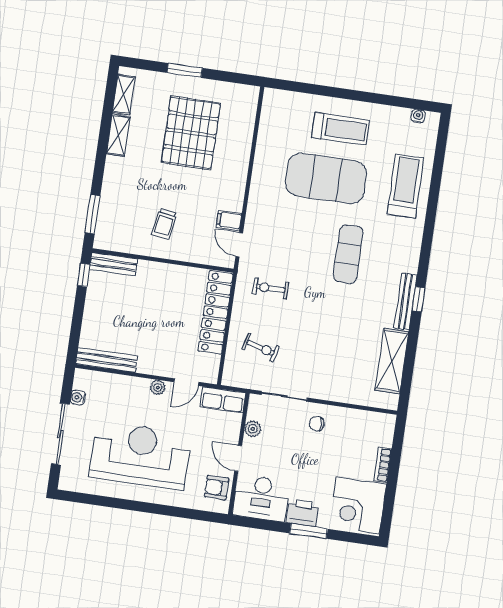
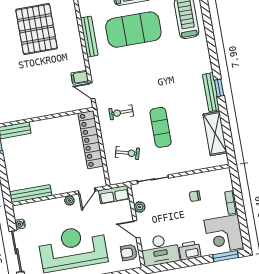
bench: (261, 168) -> (89, 37), added
trolley: (164, 224) -> (39, 93), removed
exercise mat: (348, 254) -> (161, 127), moved
chair: (317, 424) -> (195, 196), moved
window: (309, 531) -> (226, 256), moved

